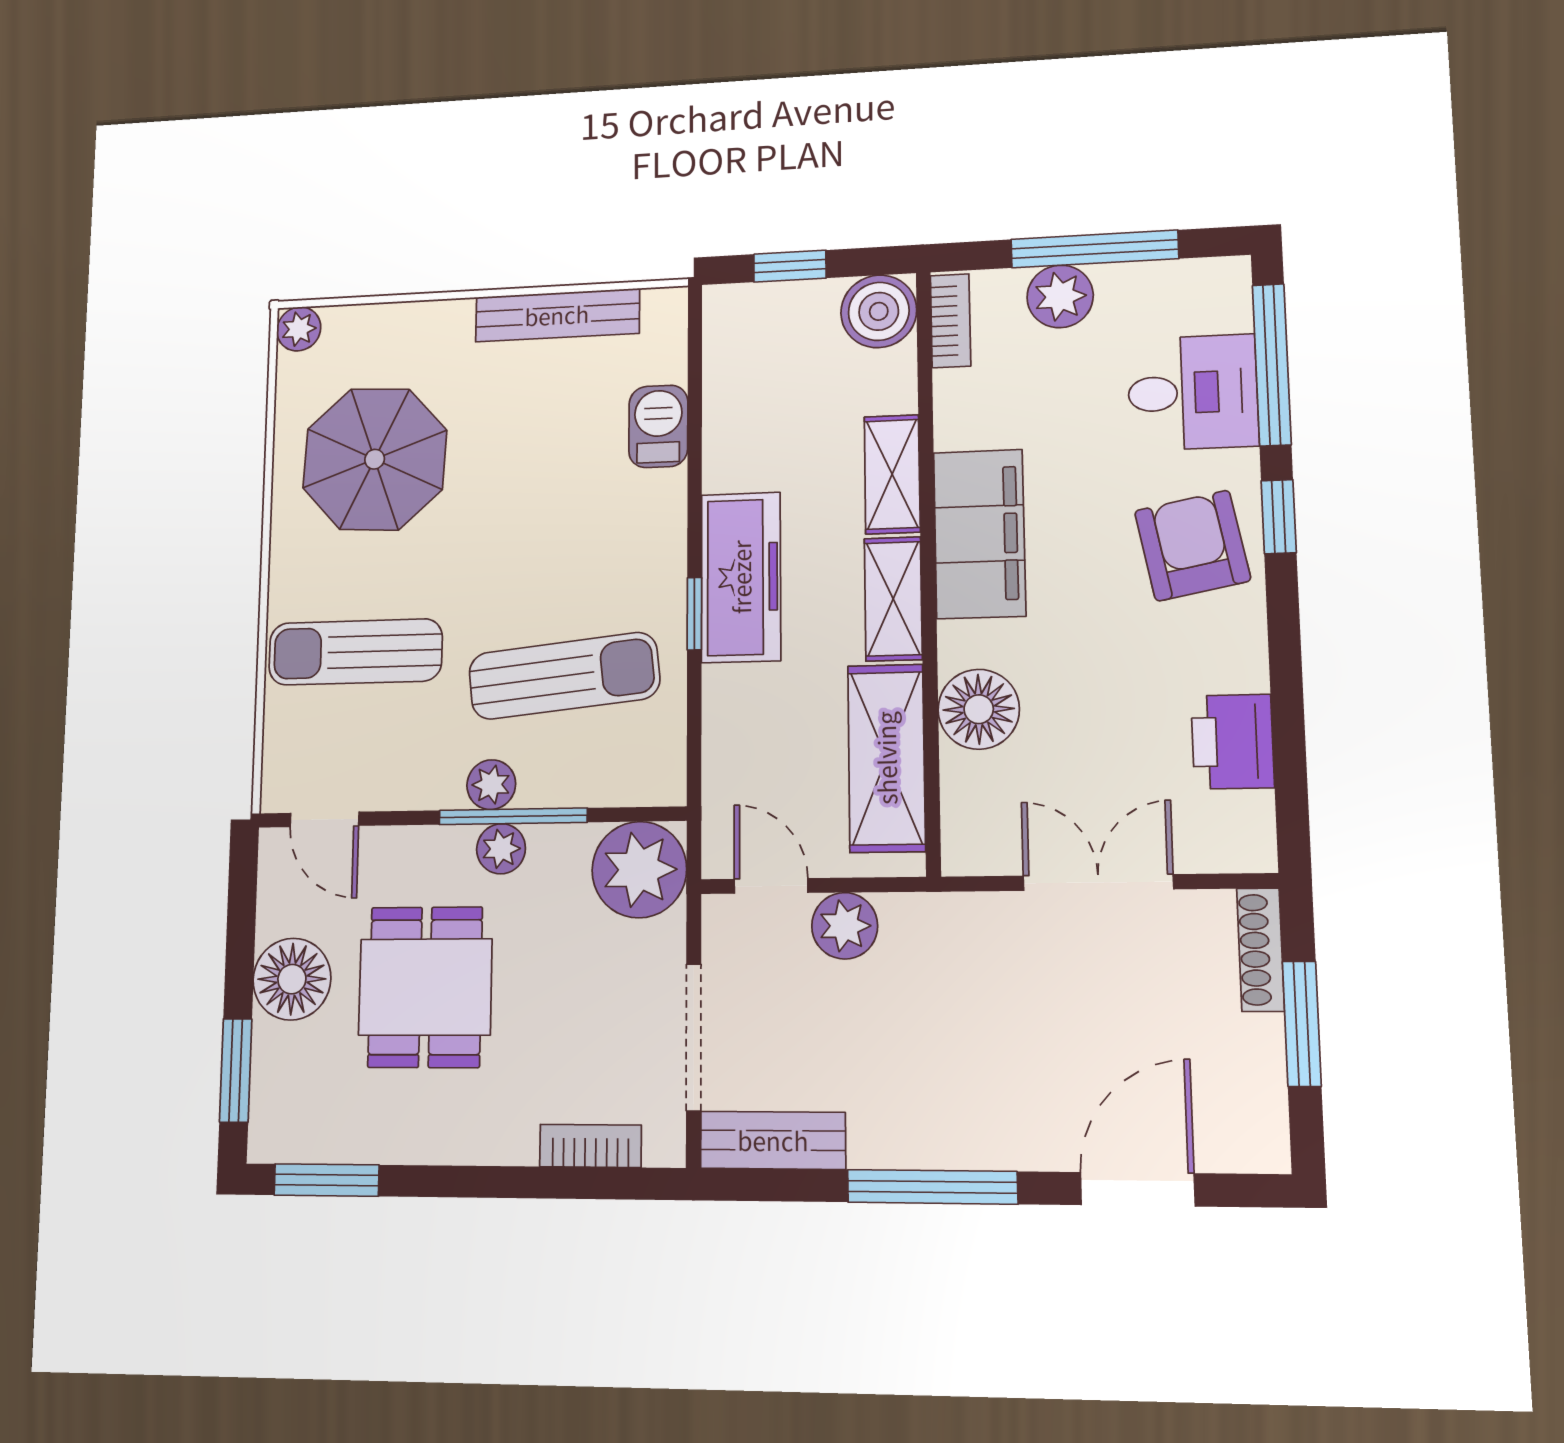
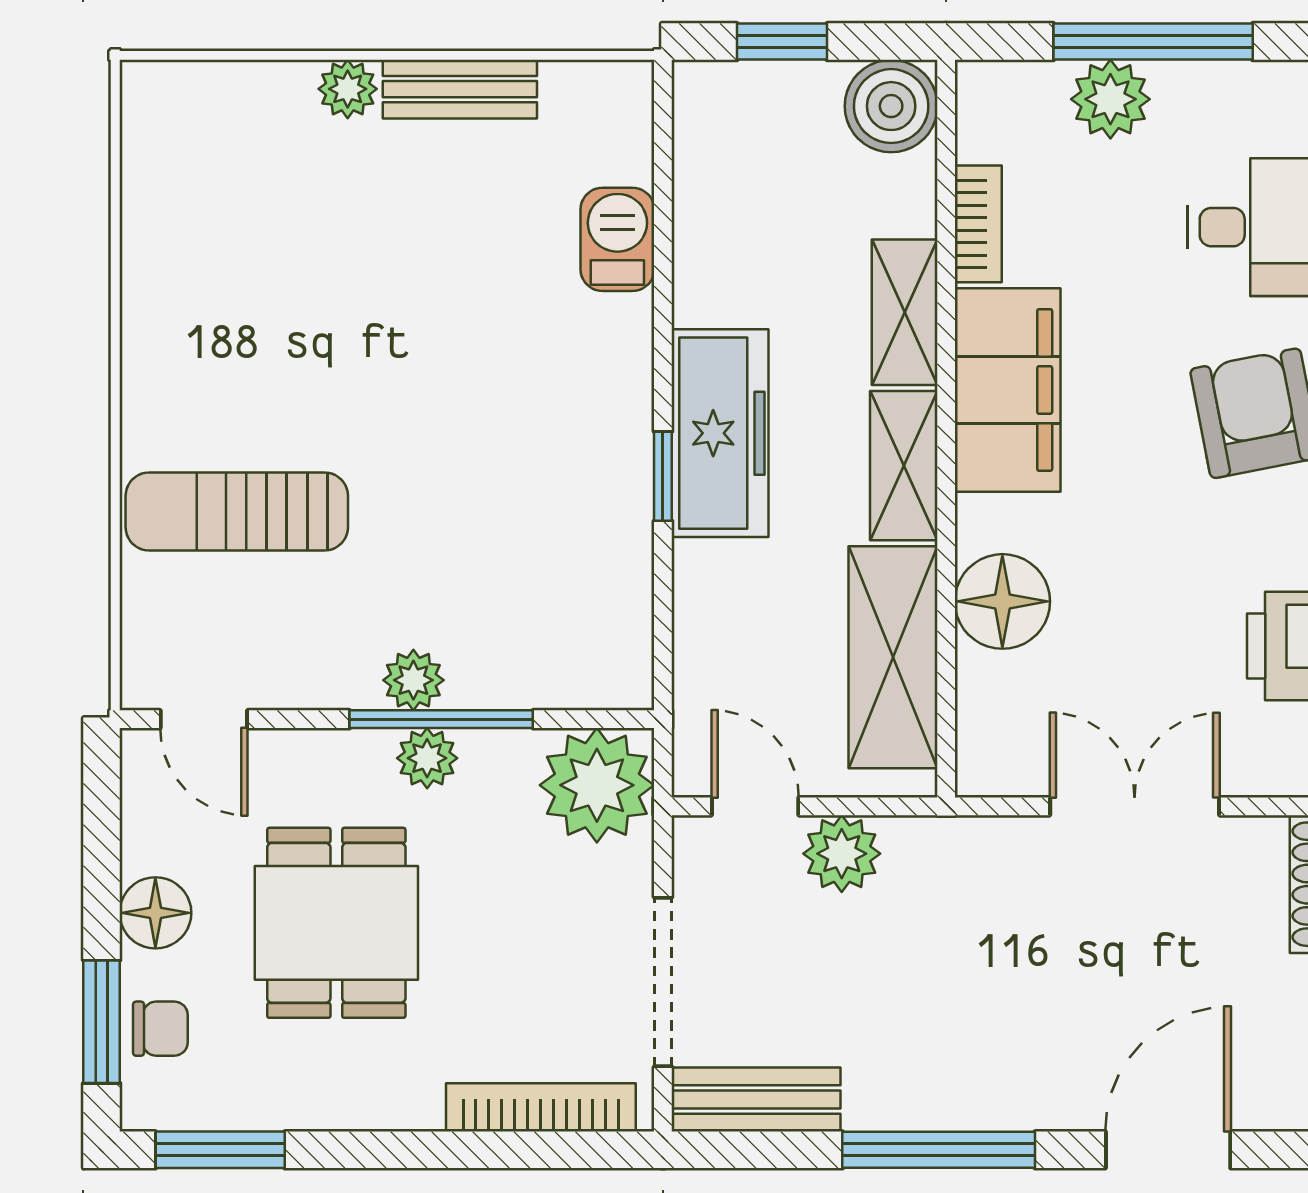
bench: (557, 315) -> (460, 89), width x0.73
bookcase: (951, 321) -> (978, 224), moved
plant: (299, 329) -> (348, 89), moved
parasol: (375, 459) -> (255, 266), removed
sun lounger: (564, 676) -> (502, 548), removed
floor lamp: (292, 979) -> (155, 913), width x0.73, depth x0.73
chair: (282, 1076) -> (160, 1029), added
bookcase: (590, 1146) -> (541, 1107), width x1.56

